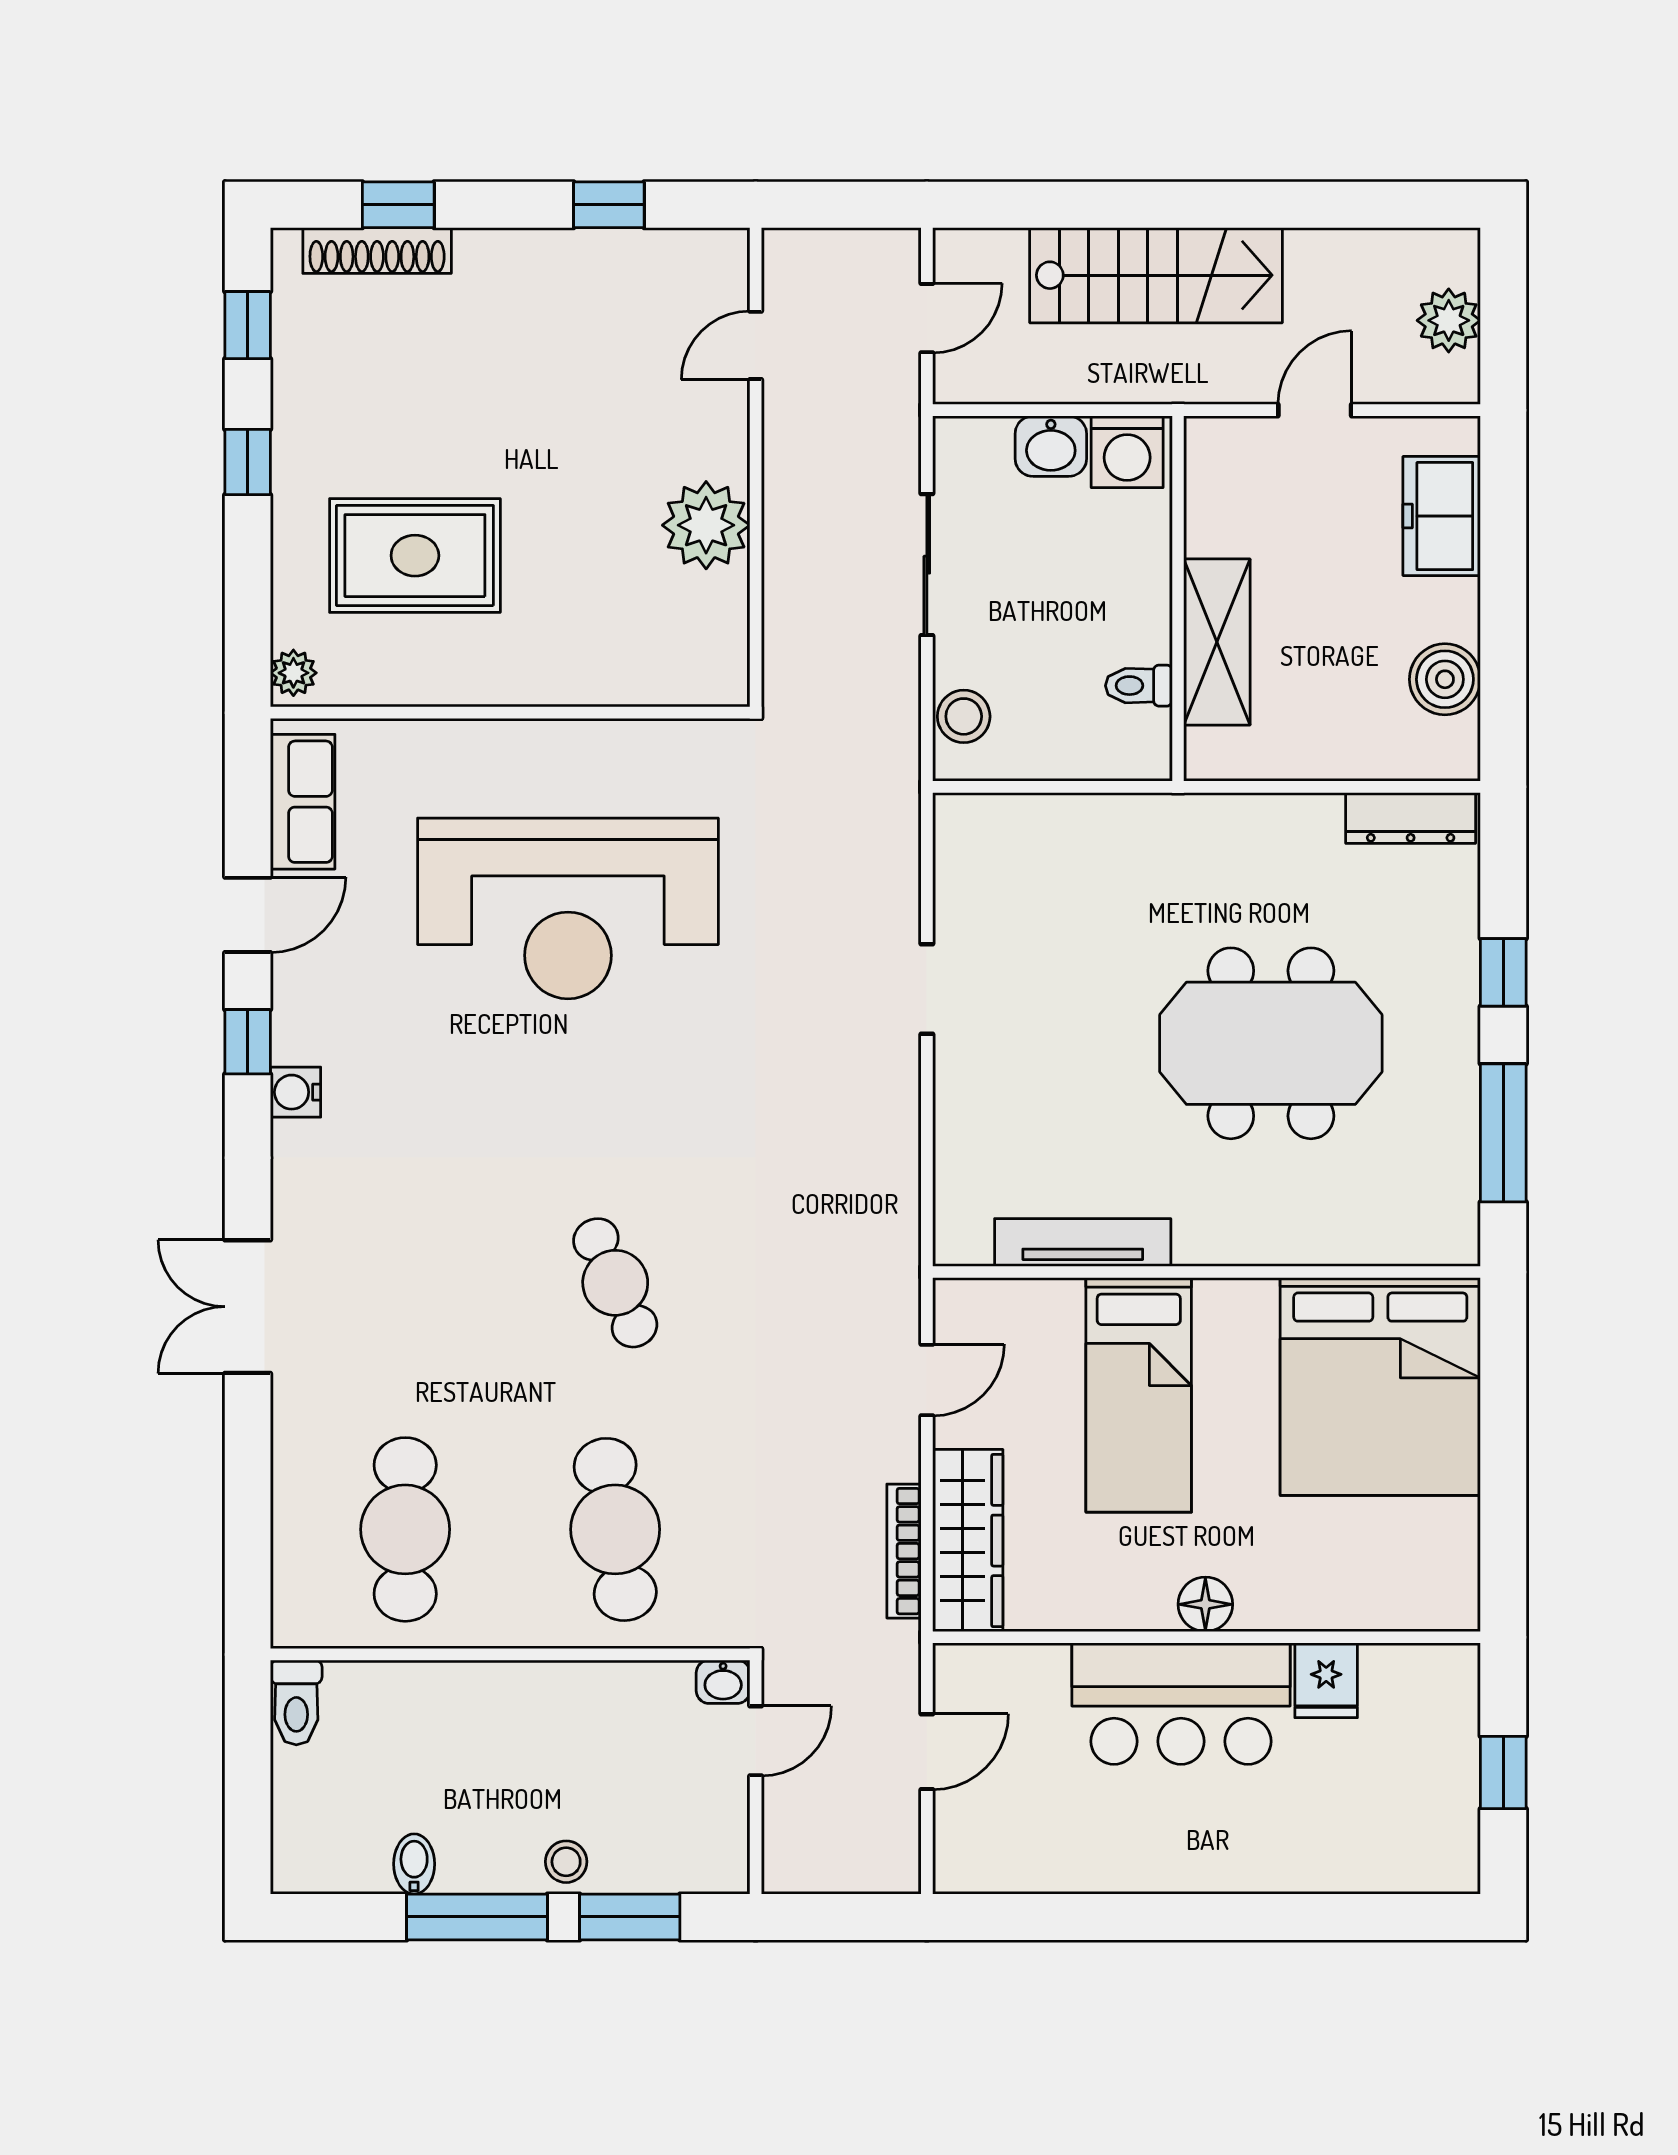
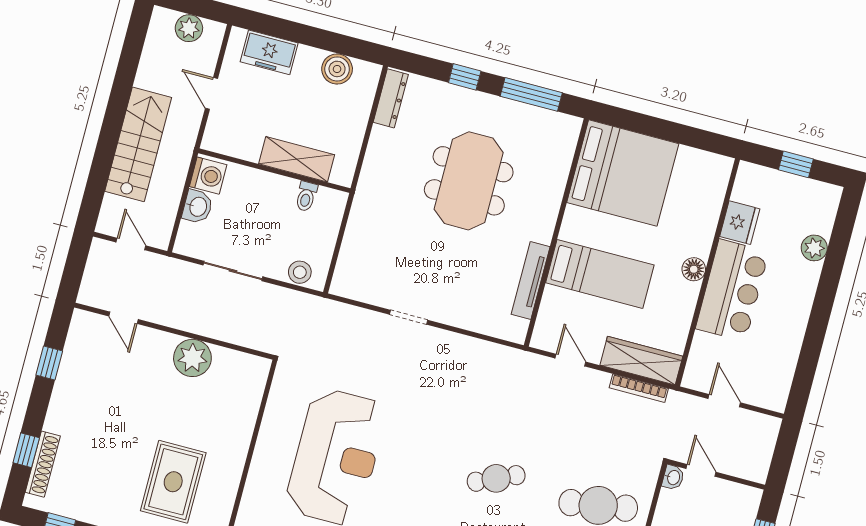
fridge: (1326, 1680) -> (740, 223), width x1.38
plant: (1325, 1864) -> (814, 248), added

